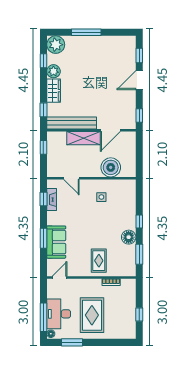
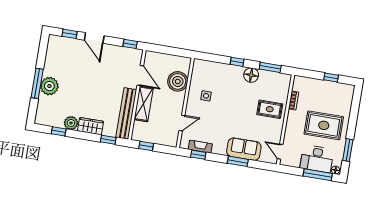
plant: (56, 45) -> (49, 86), moved

